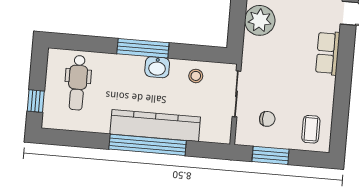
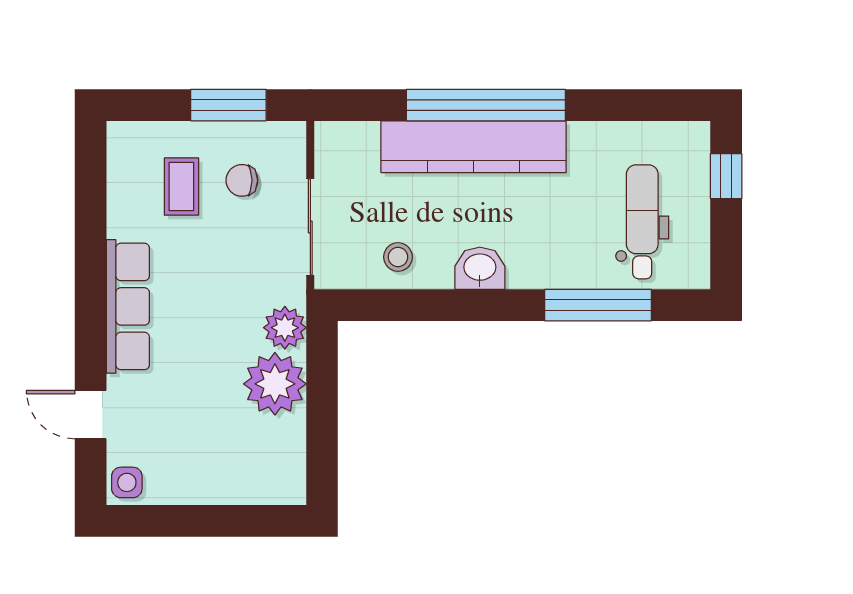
plant: (253, 47) -> (285, 328), added
window: (143, 48) -> (598, 305), moved
row of seats: (328, 53) -> (128, 306), width x1.48
coffee table: (311, 129) -> (181, 187), moved

